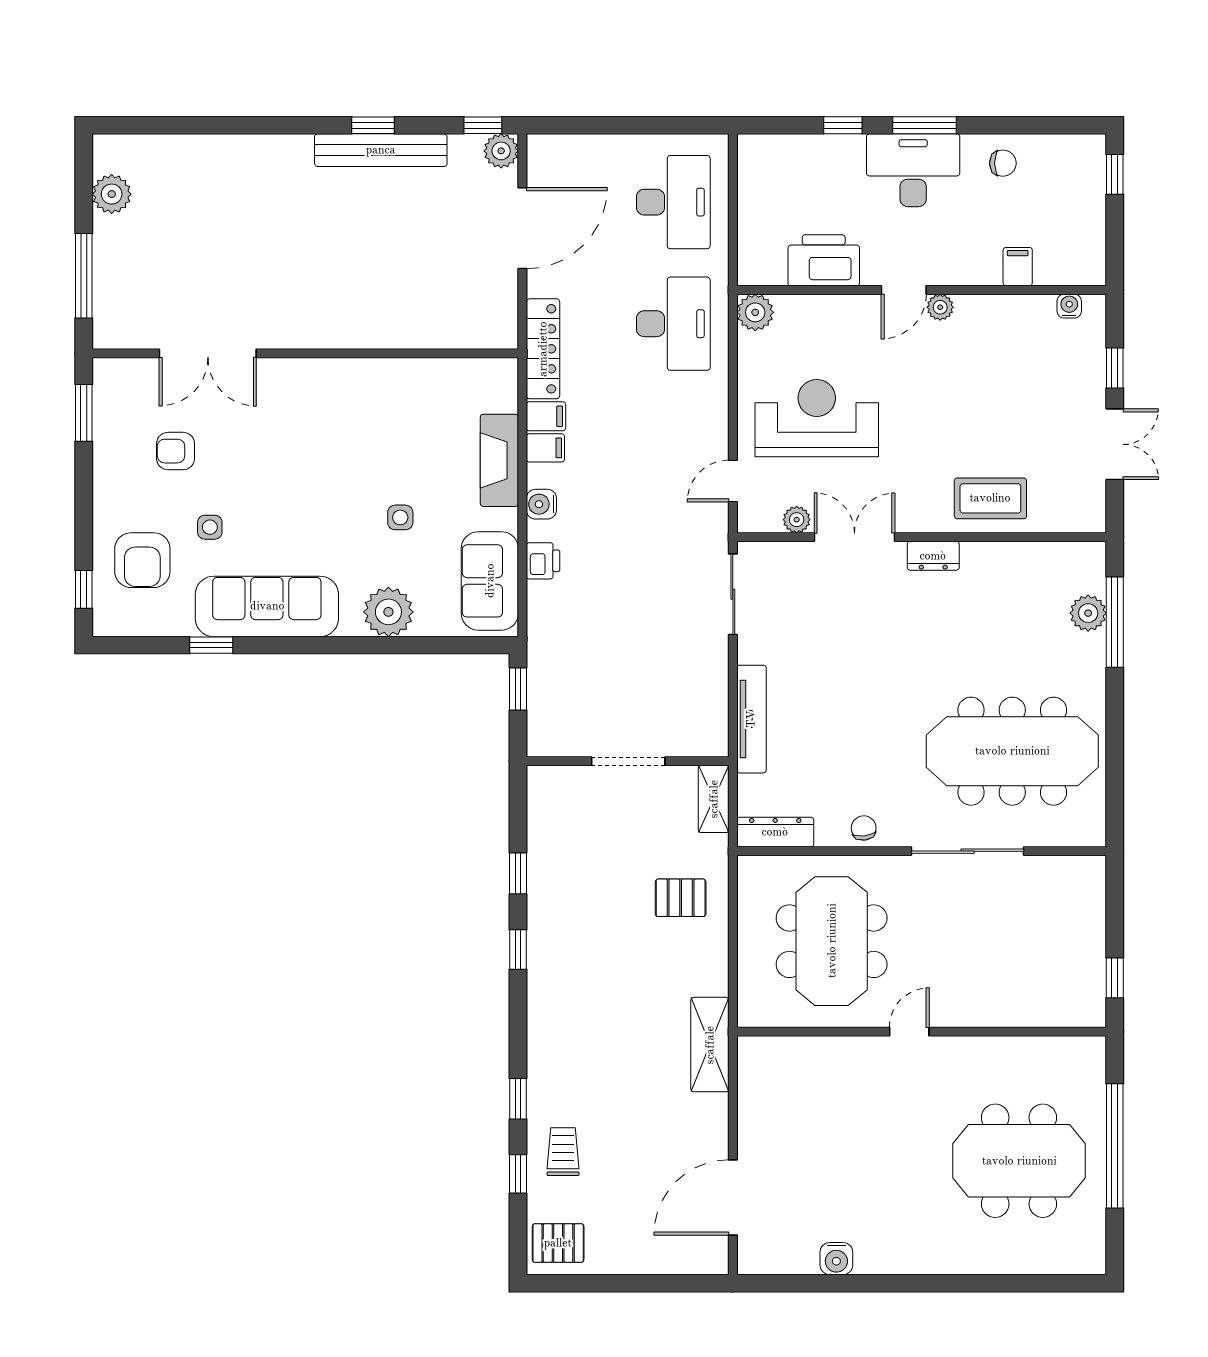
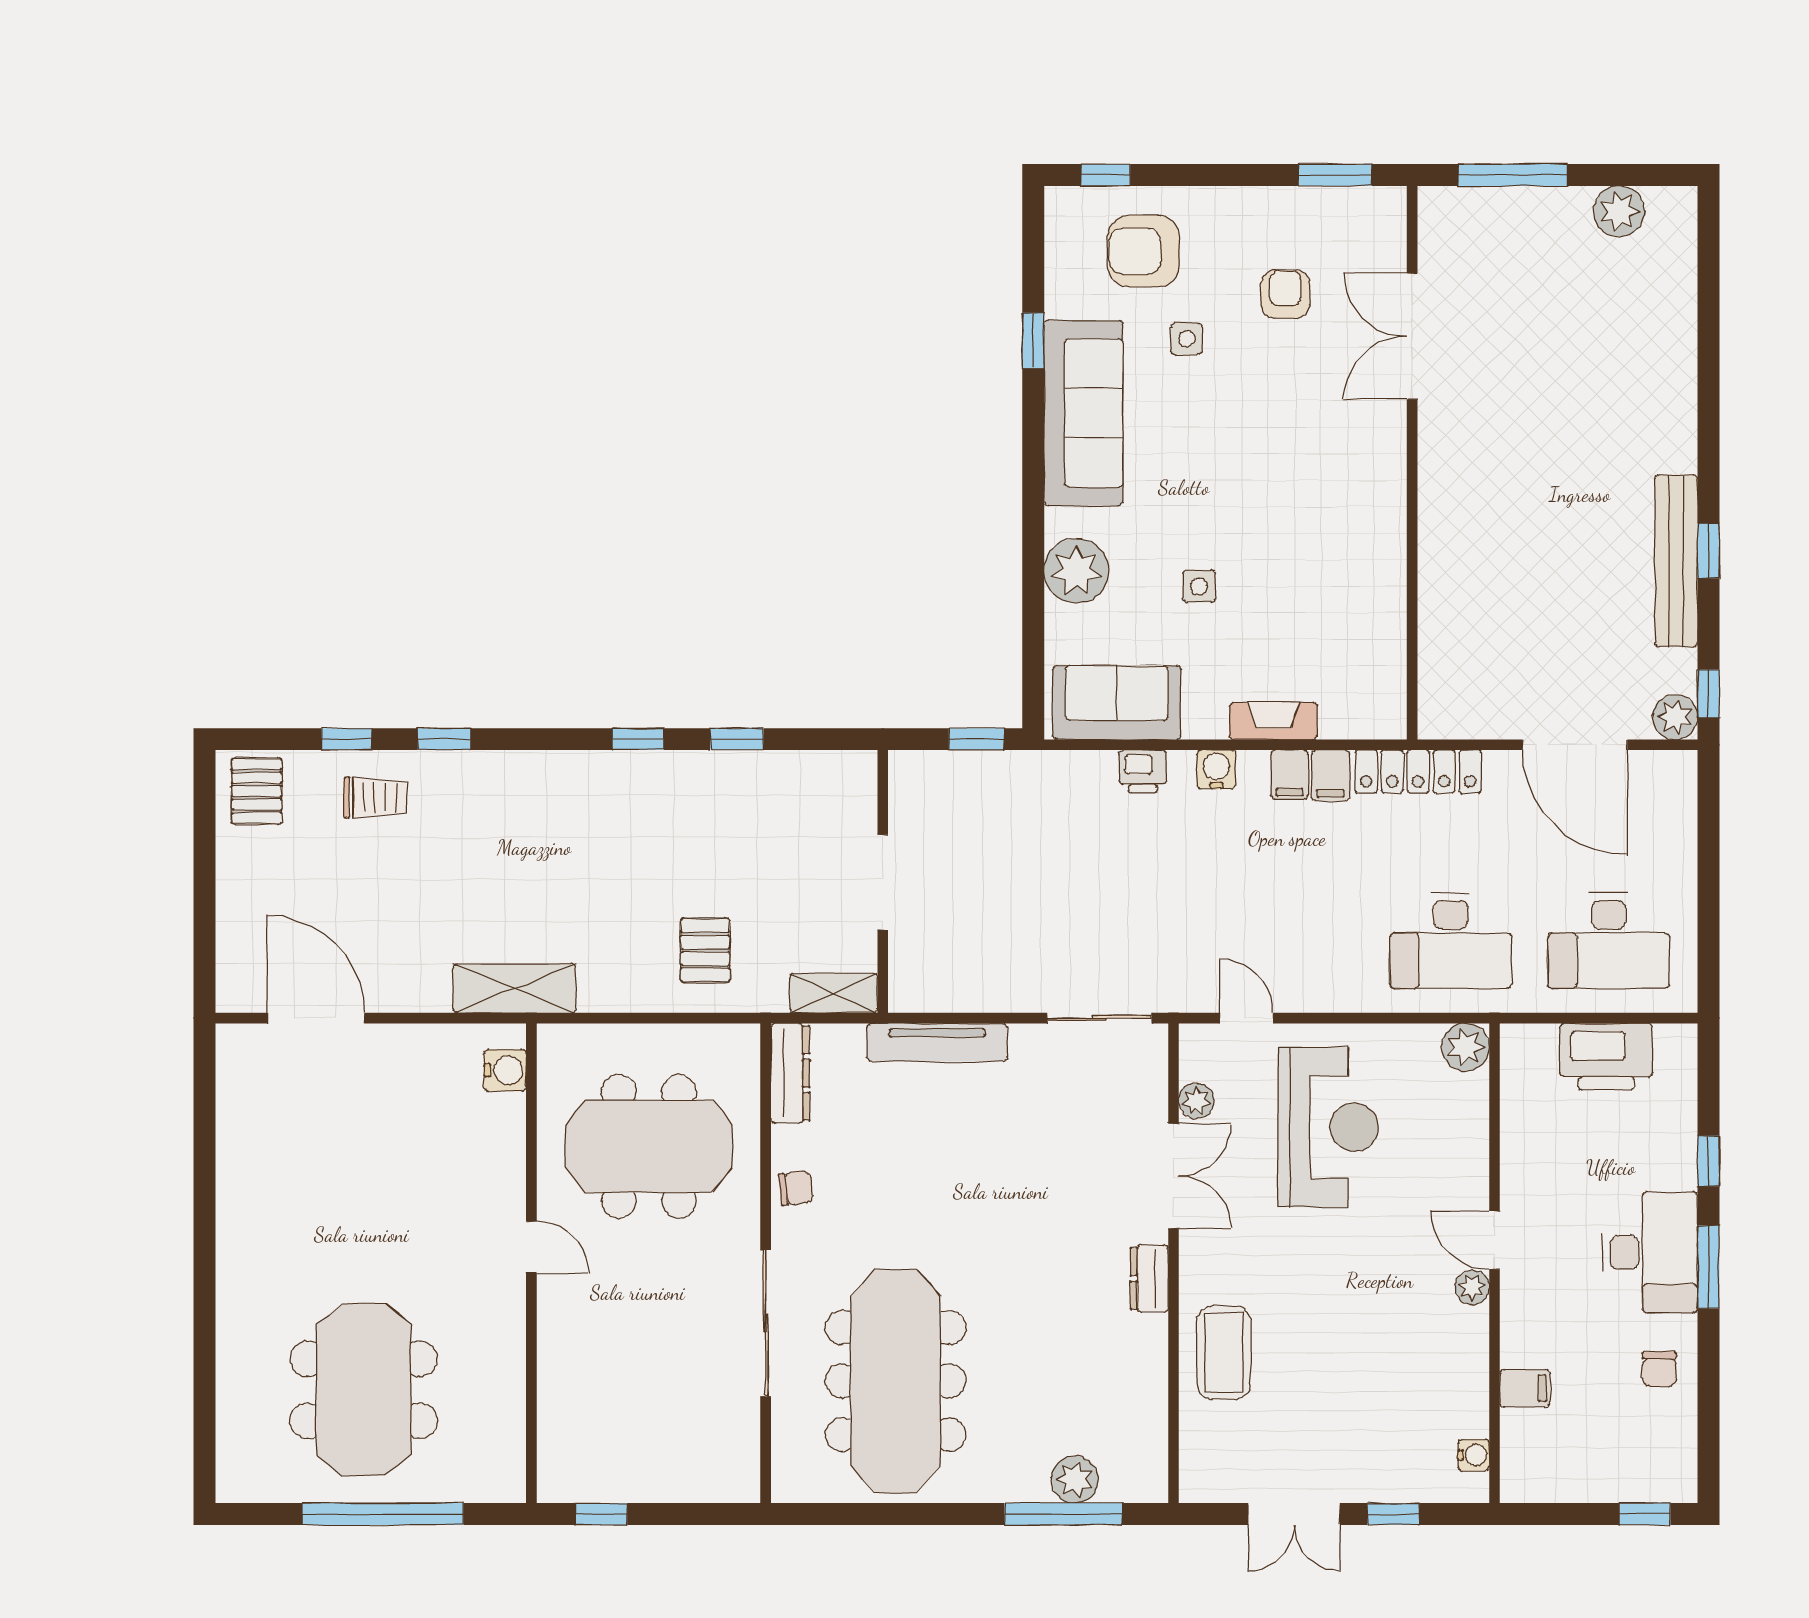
printer: (824, 260) -> (1606, 1057), moved, turned 90
fireplace: (499, 460) -> (1273, 721), width x0.73, depth x0.76
water cooler: (836, 1259) -> (505, 1070), moved, turned 180

